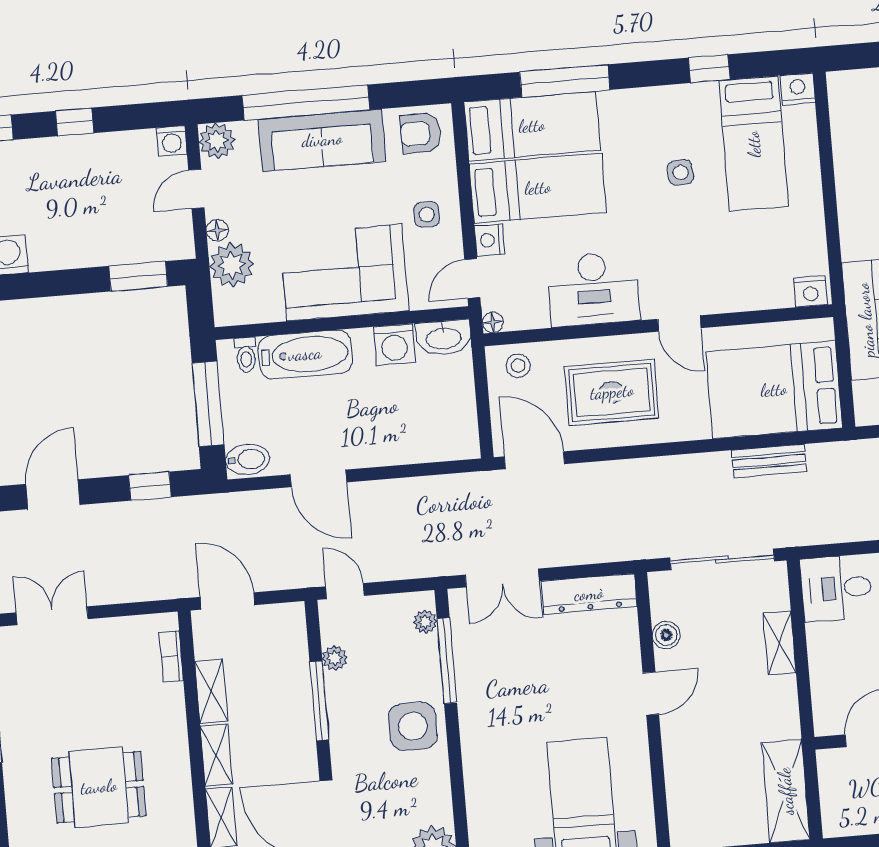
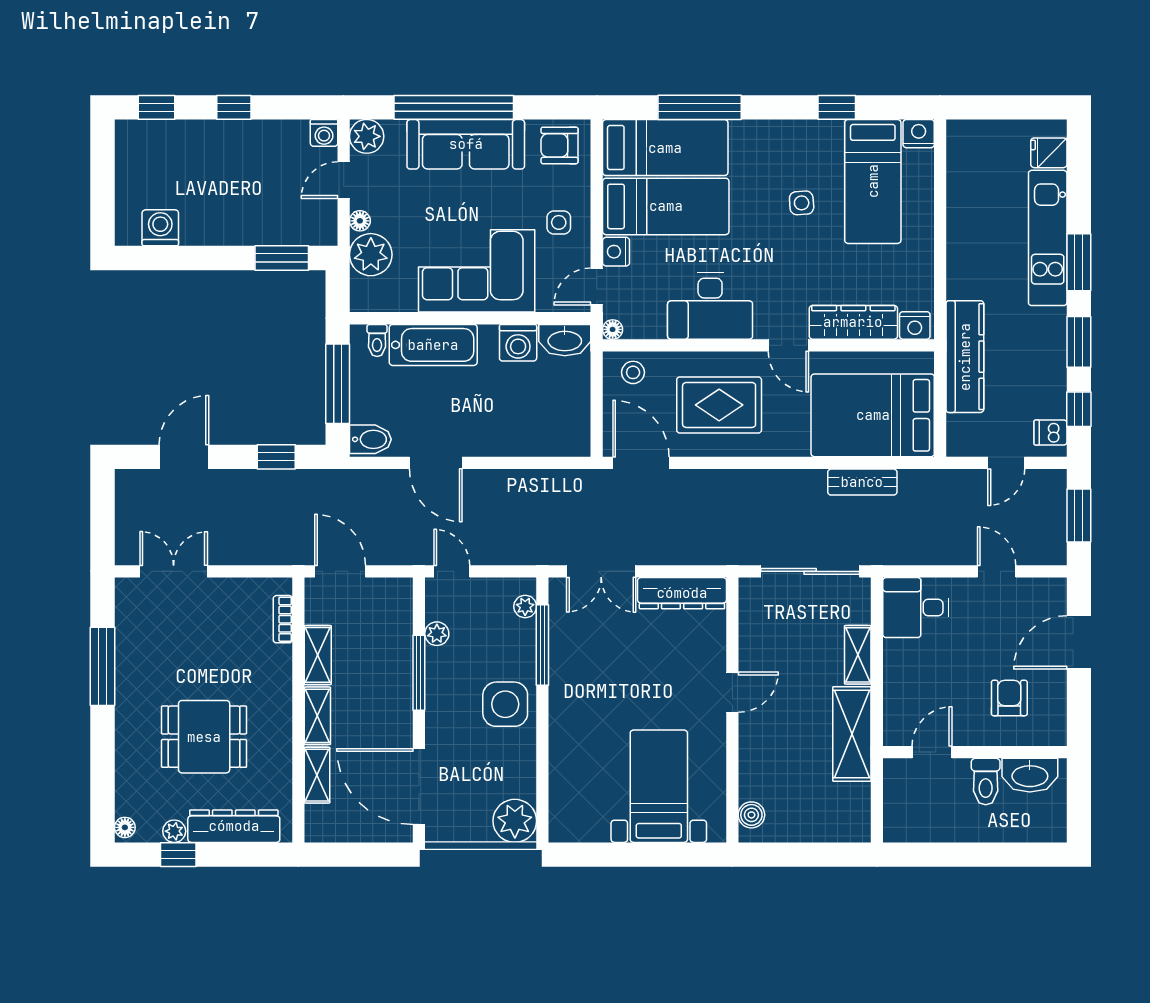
wardrobe: (746, 294) -> (853, 322), added
boiler: (666, 635) -> (751, 815), moved
shelving: (786, 791) -> (852, 734), moved

